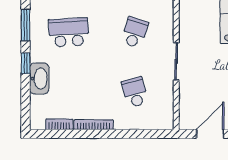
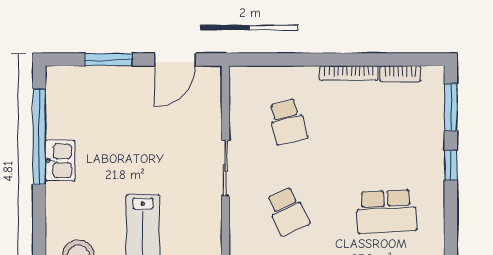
window: (26, 25) -> (451, 107), moved
school desk: (135, 32) -> (287, 211), turned -42
washbasin: (39, 79) -> (430, 142), removed

